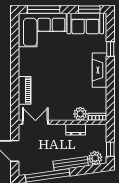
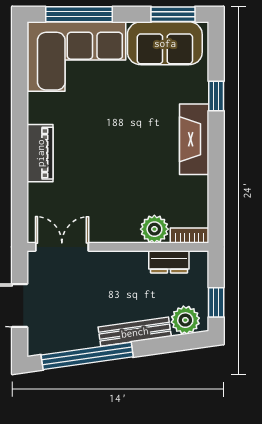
piano: (25, 90) -> (40, 153), moved
dresser: (76, 130) -> (169, 262), moved

